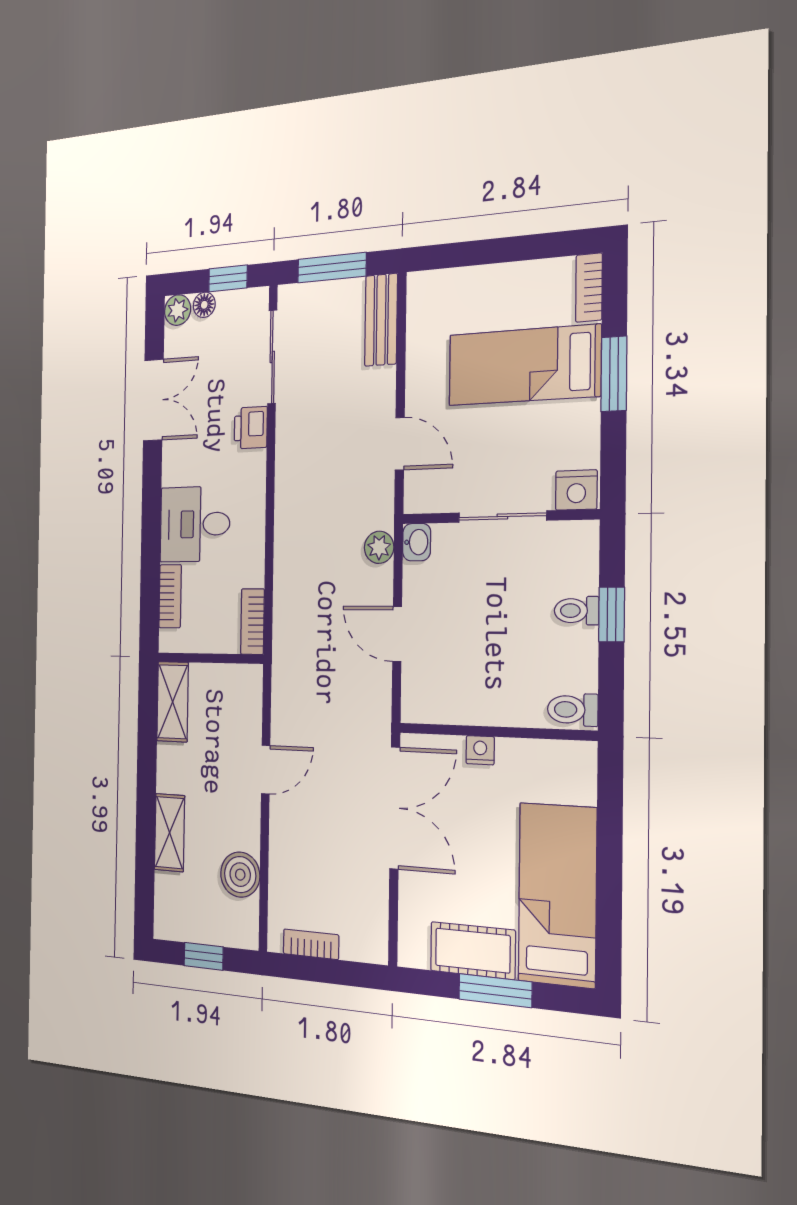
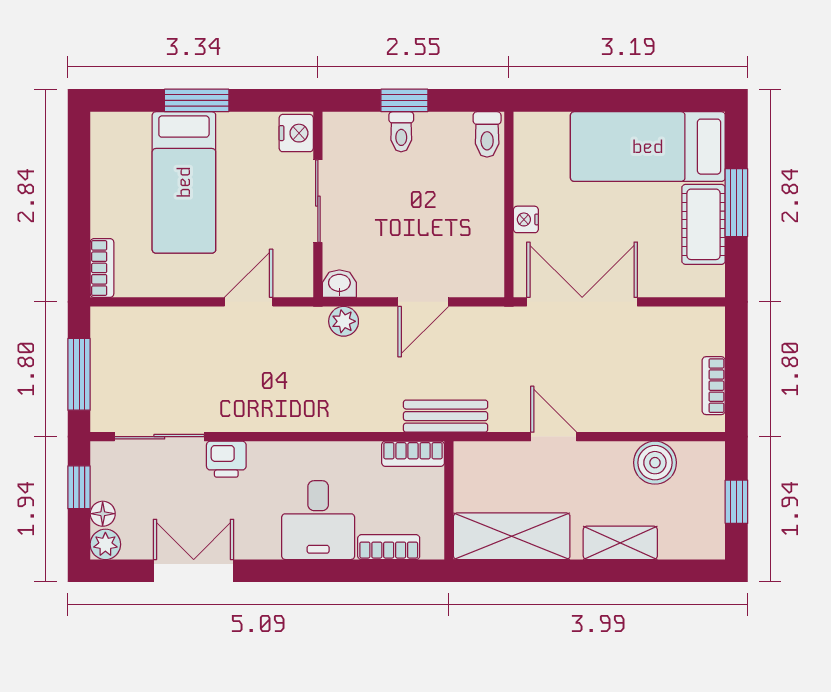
bookcase: (589, 288) -> (102, 268), moved, turned -90
bench: (381, 320) -> (446, 416), moved
shelving: (173, 702) -> (512, 536), width x1.50, depth x1.33

